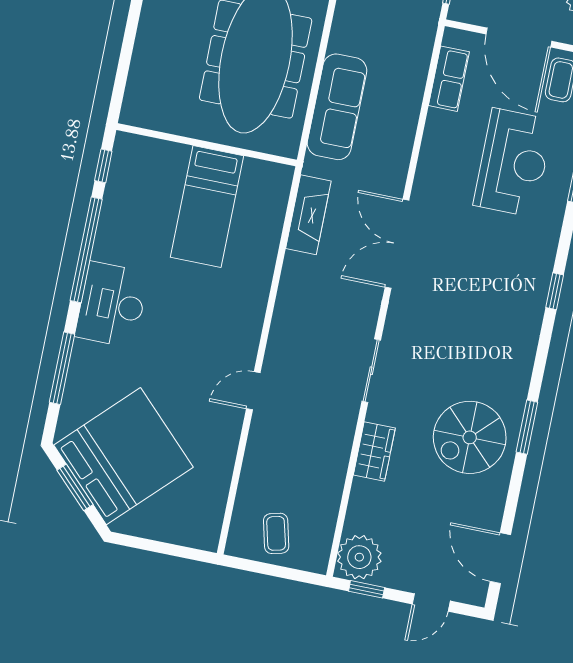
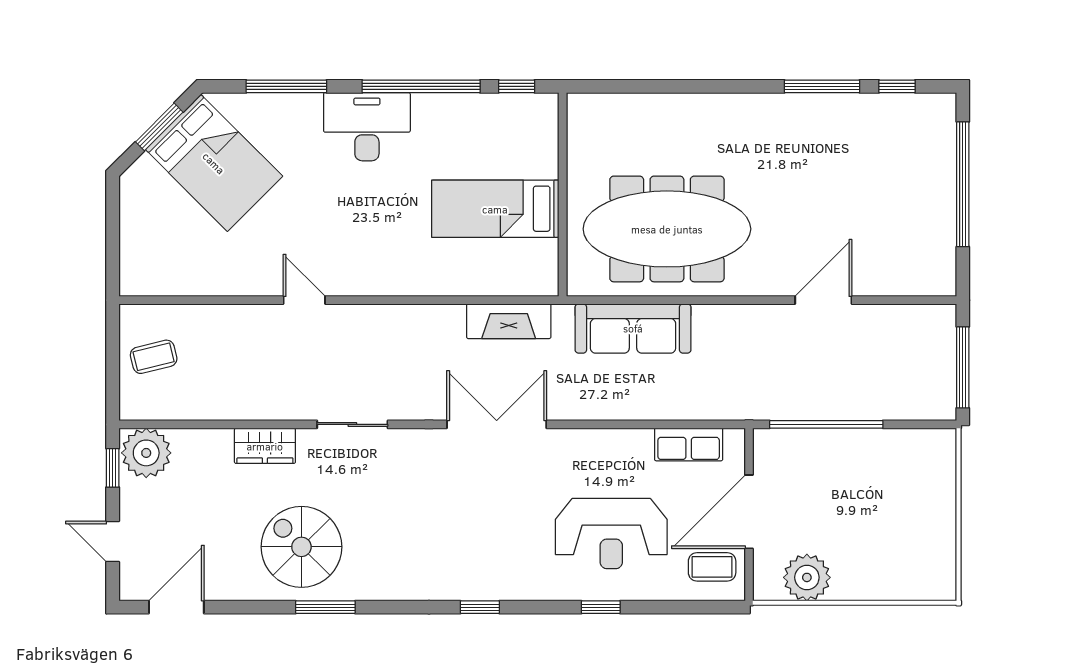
bed: (123, 456) -> (214, 163), width x0.73

